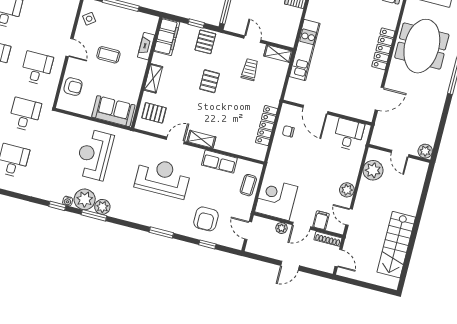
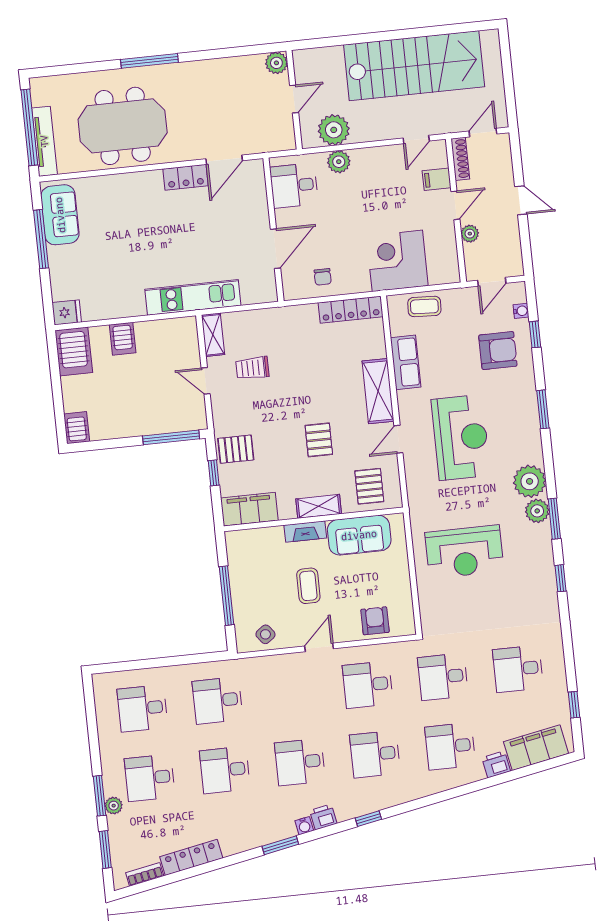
door: (252, 39) -> (206, 381), hinge flipped
fireplace: (146, 46) -> (305, 532), moved
locker: (383, 49) -> (185, 177), moved, width x0.66
pallet: (210, 81) -> (319, 440), moved, turned 90
door: (379, 99) -> (224, 160), swing flipped
sofa: (113, 111) -> (359, 535), moved, turned -90
locker: (267, 126) -> (351, 310), moved
shelving: (201, 139) -> (378, 391), width x1.50, depth x1.33
door: (175, 140) -> (398, 439), hinge flipped
reception desk: (163, 178) -> (461, 437), turned 180
plant: (347, 190) -> (339, 162), moved
plant: (85, 199) -> (530, 481), moved
corner desk: (276, 199) -> (397, 261), moved, turned 90
water cooler: (68, 201) -> (521, 311), moved
door: (301, 226) -> (455, 205), hinge flipped
stairs: (396, 245) -> (414, 66), width x1.36, depth x1.51

